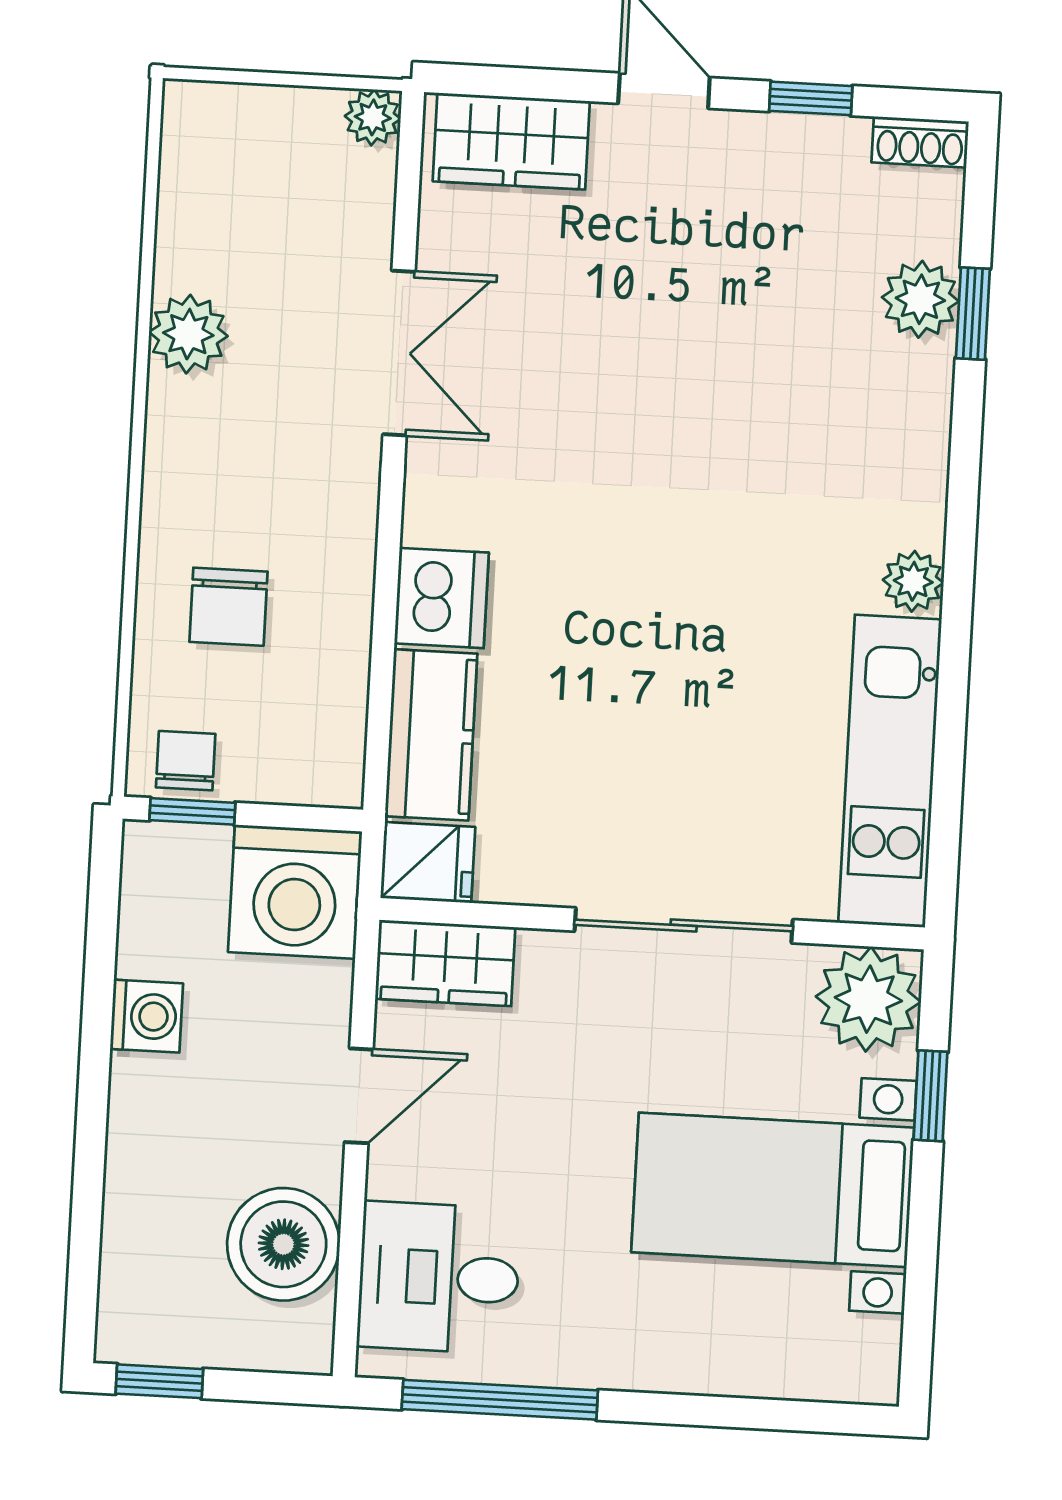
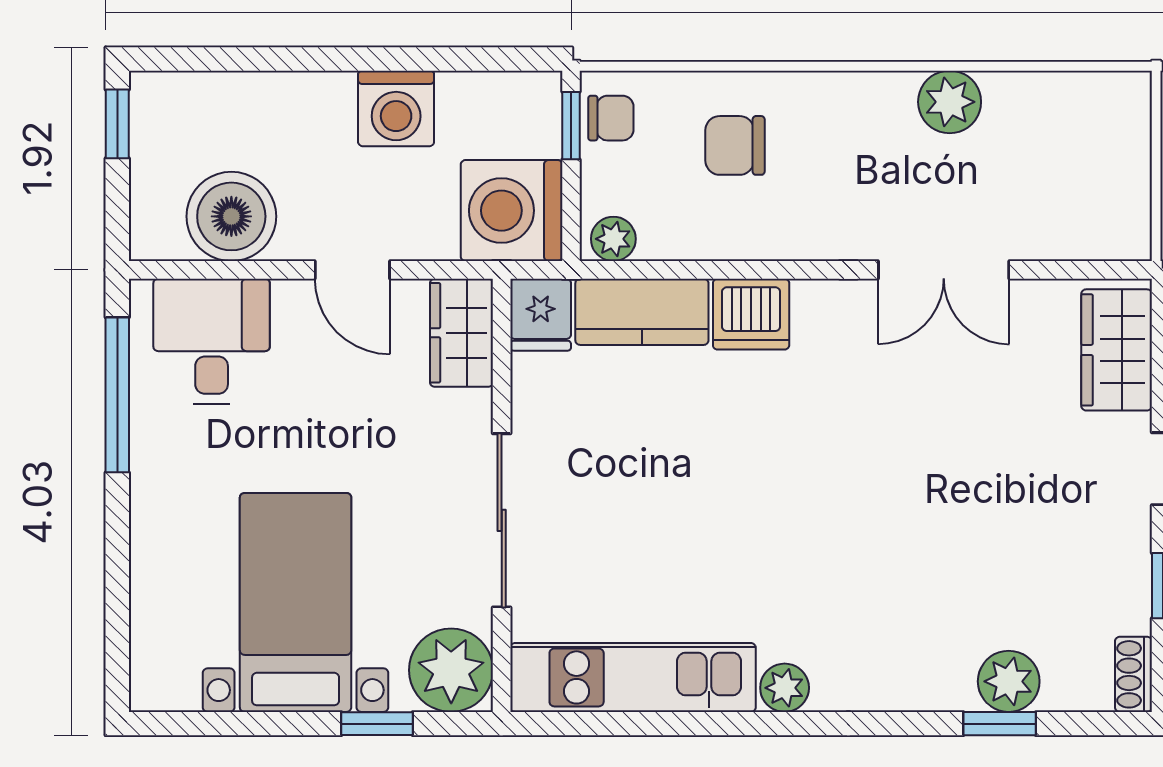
plant: (373, 117) -> (613, 239), moved
washing machine: (147, 1016) -> (396, 108), width x1.38, depth x1.38

